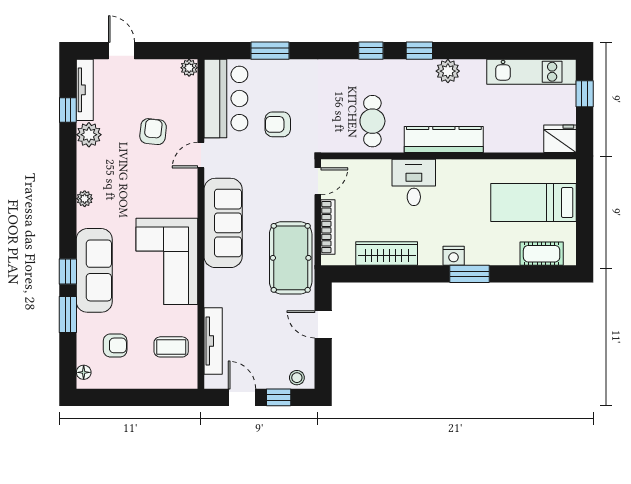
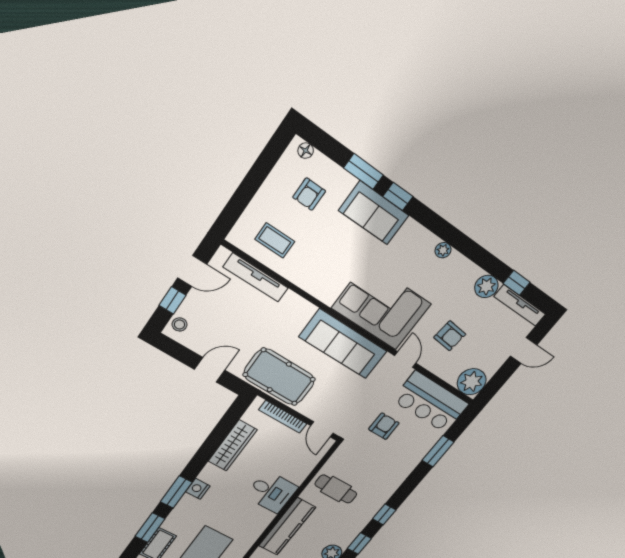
plant: (189, 68) -> (472, 382), width x1.87, depth x1.87
corner sofa: (167, 261) -> (382, 306), moved
sofa: (94, 270) -> (374, 213), width x0.73
window: (525, 274) -> (150, 528), added
coffee table: (171, 347) -> (275, 240), turned 90

